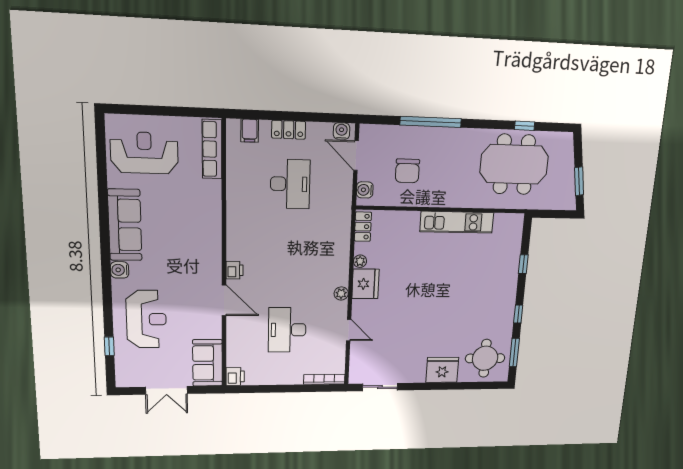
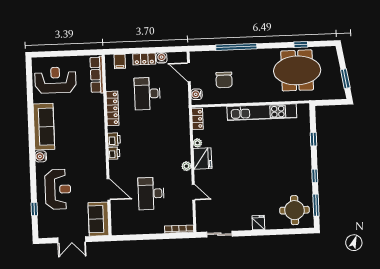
water cooler: (341, 131) -> (162, 58), moved
desk: (290, 184) -> (147, 94), turned 180
locker: (235, 203) -> (112, 108), added
kitchen unit: (457, 222) -> (262, 112), width x1.36
door: (224, 300) -> (108, 189), moved
fridge: (442, 370) -> (258, 223), width x0.53, depth x0.75
printer: (235, 376) -> (114, 139), moved

